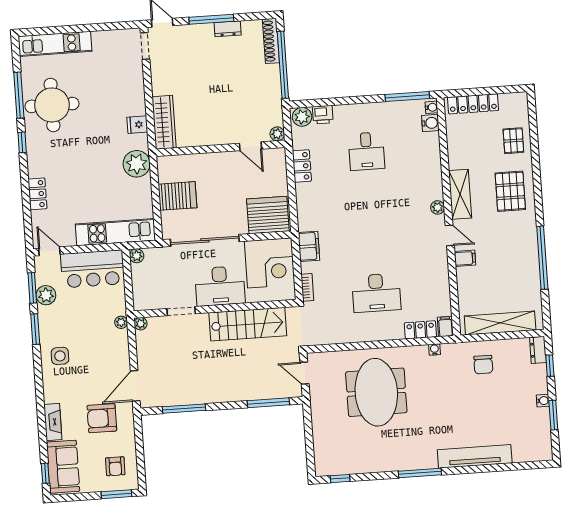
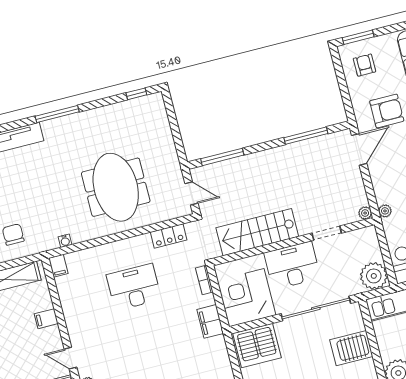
plant: (137, 256) -> (374, 276), width x1.88, depth x1.88
filing cabinet: (465, 258) -> (46, 319), moved
locker: (420, 330) -> (169, 236), moved

